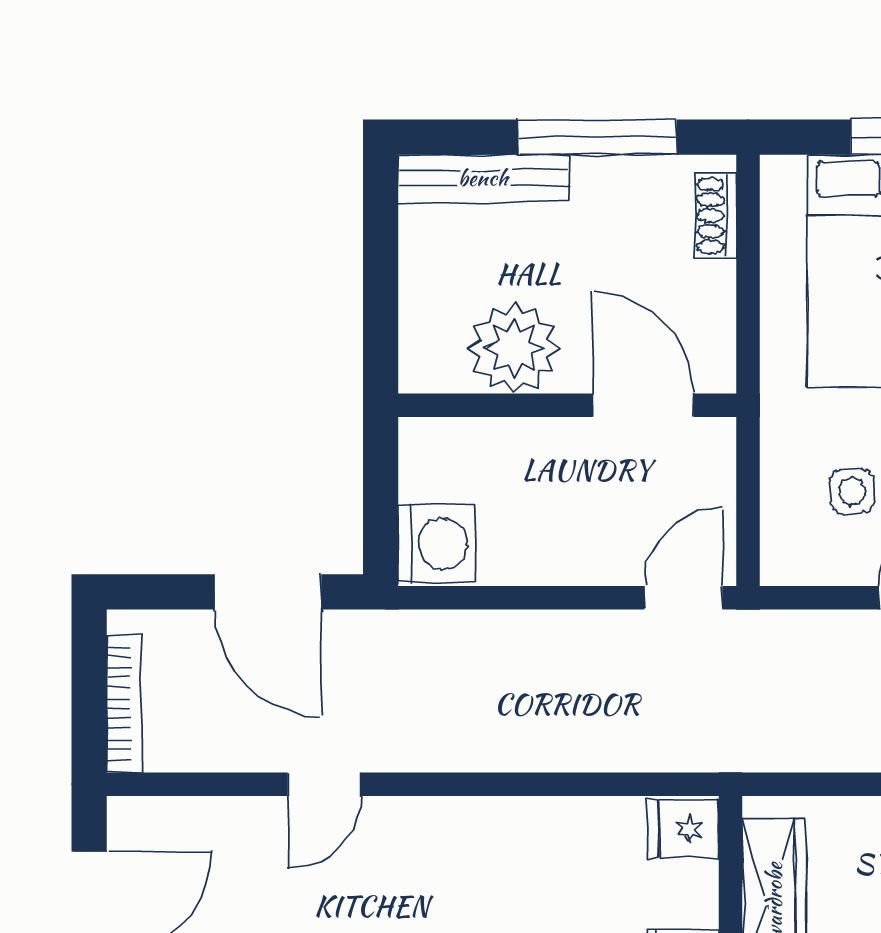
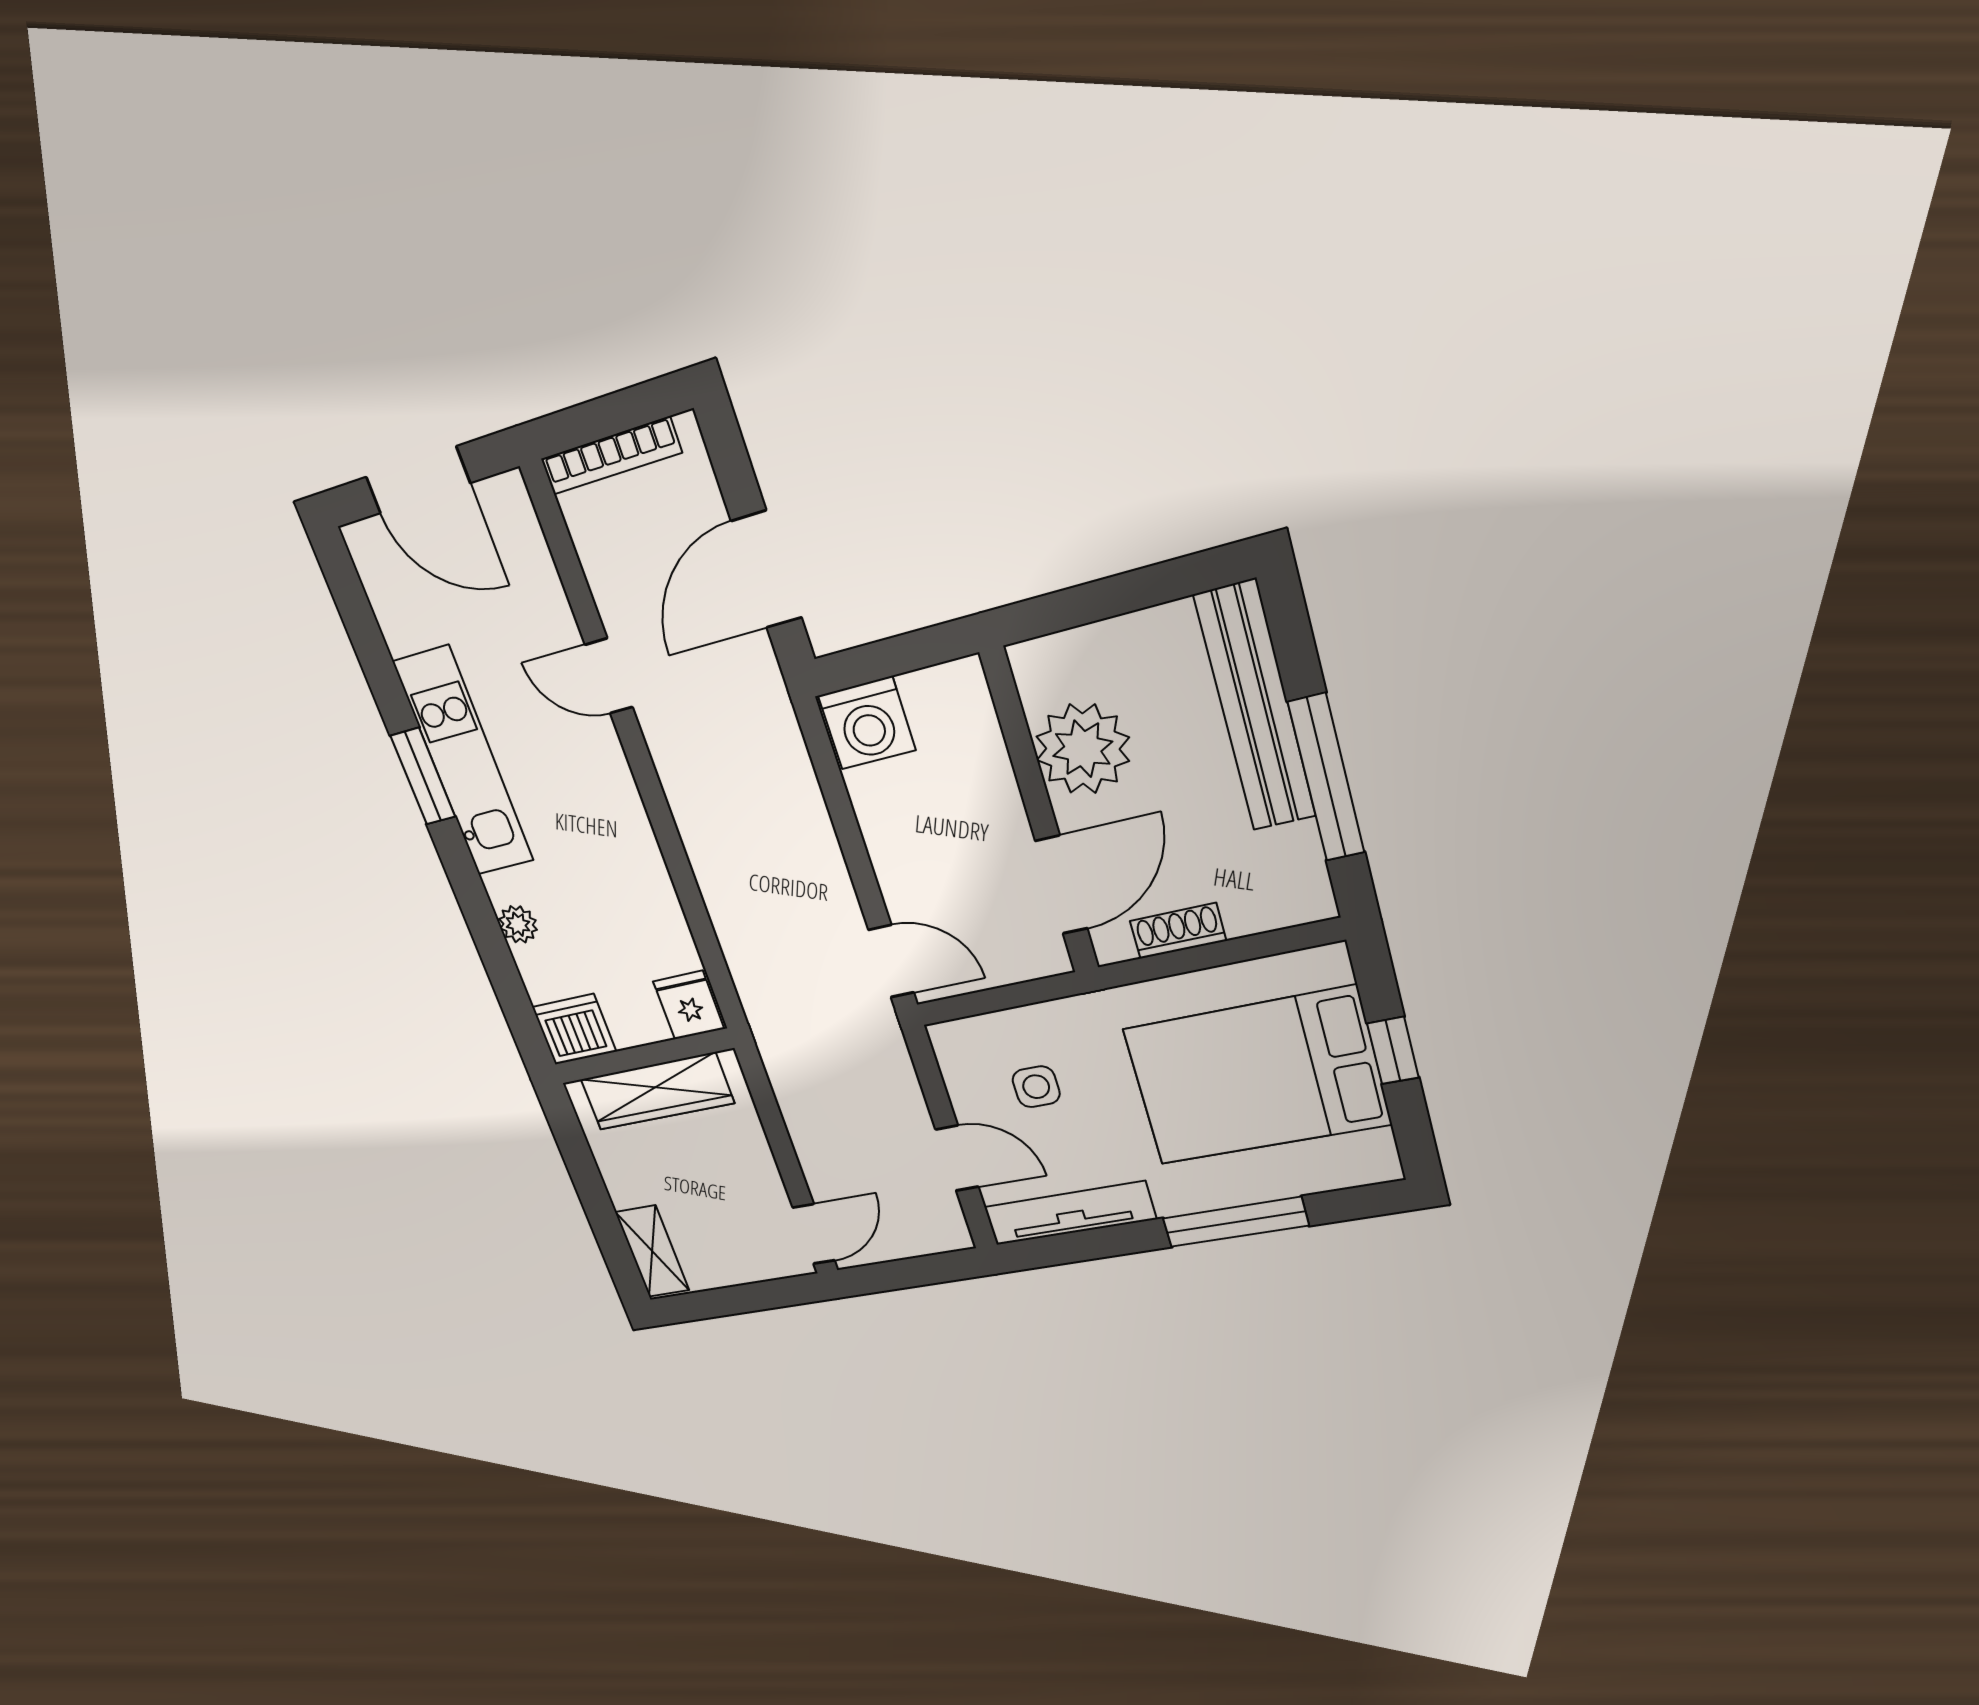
bench: (483, 178) -> (1255, 707), width x1.37, depth x1.21
shoe rack: (716, 215) -> (1178, 931), moved

